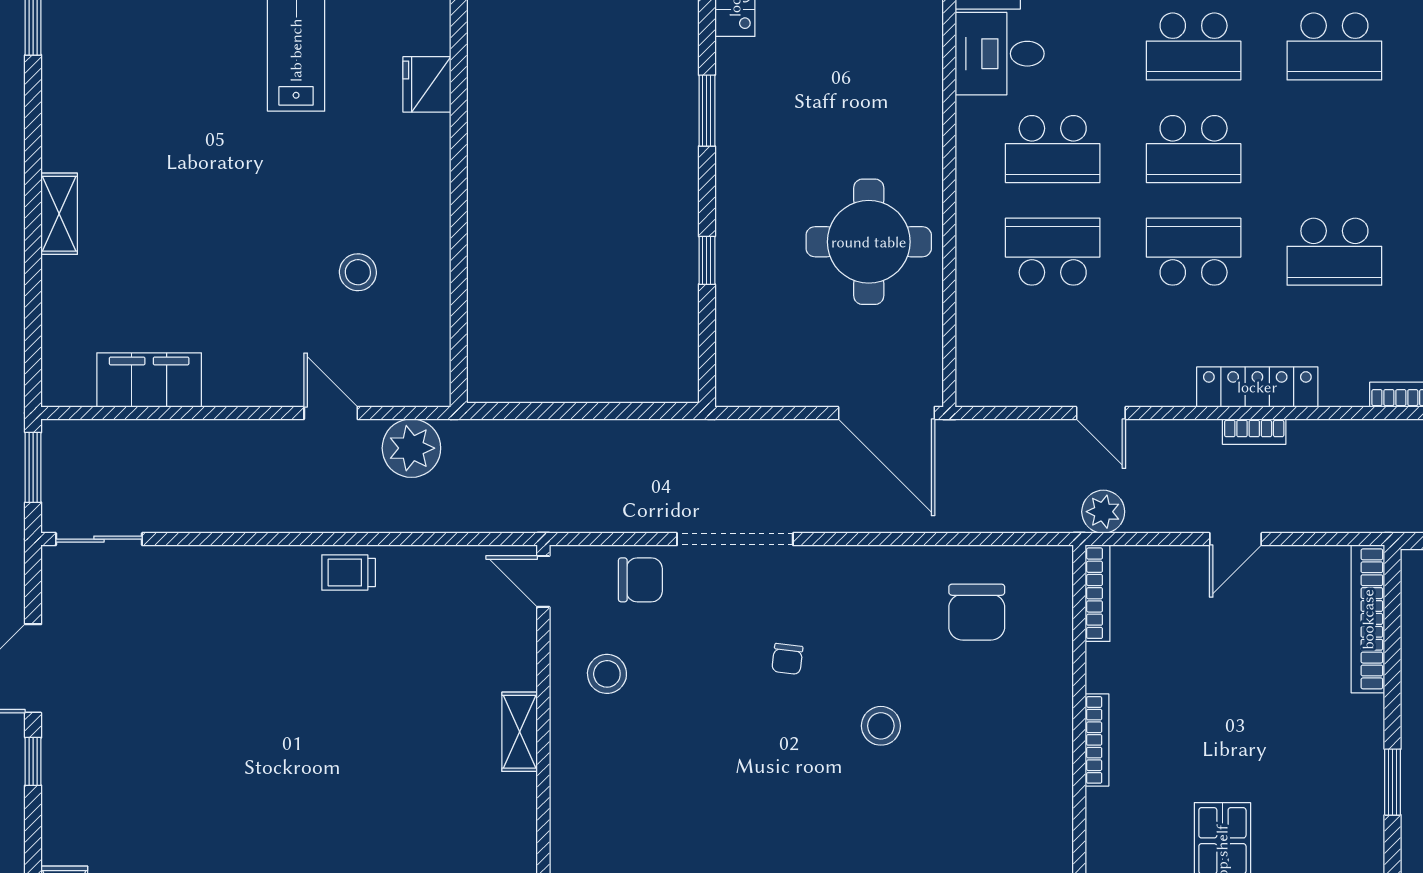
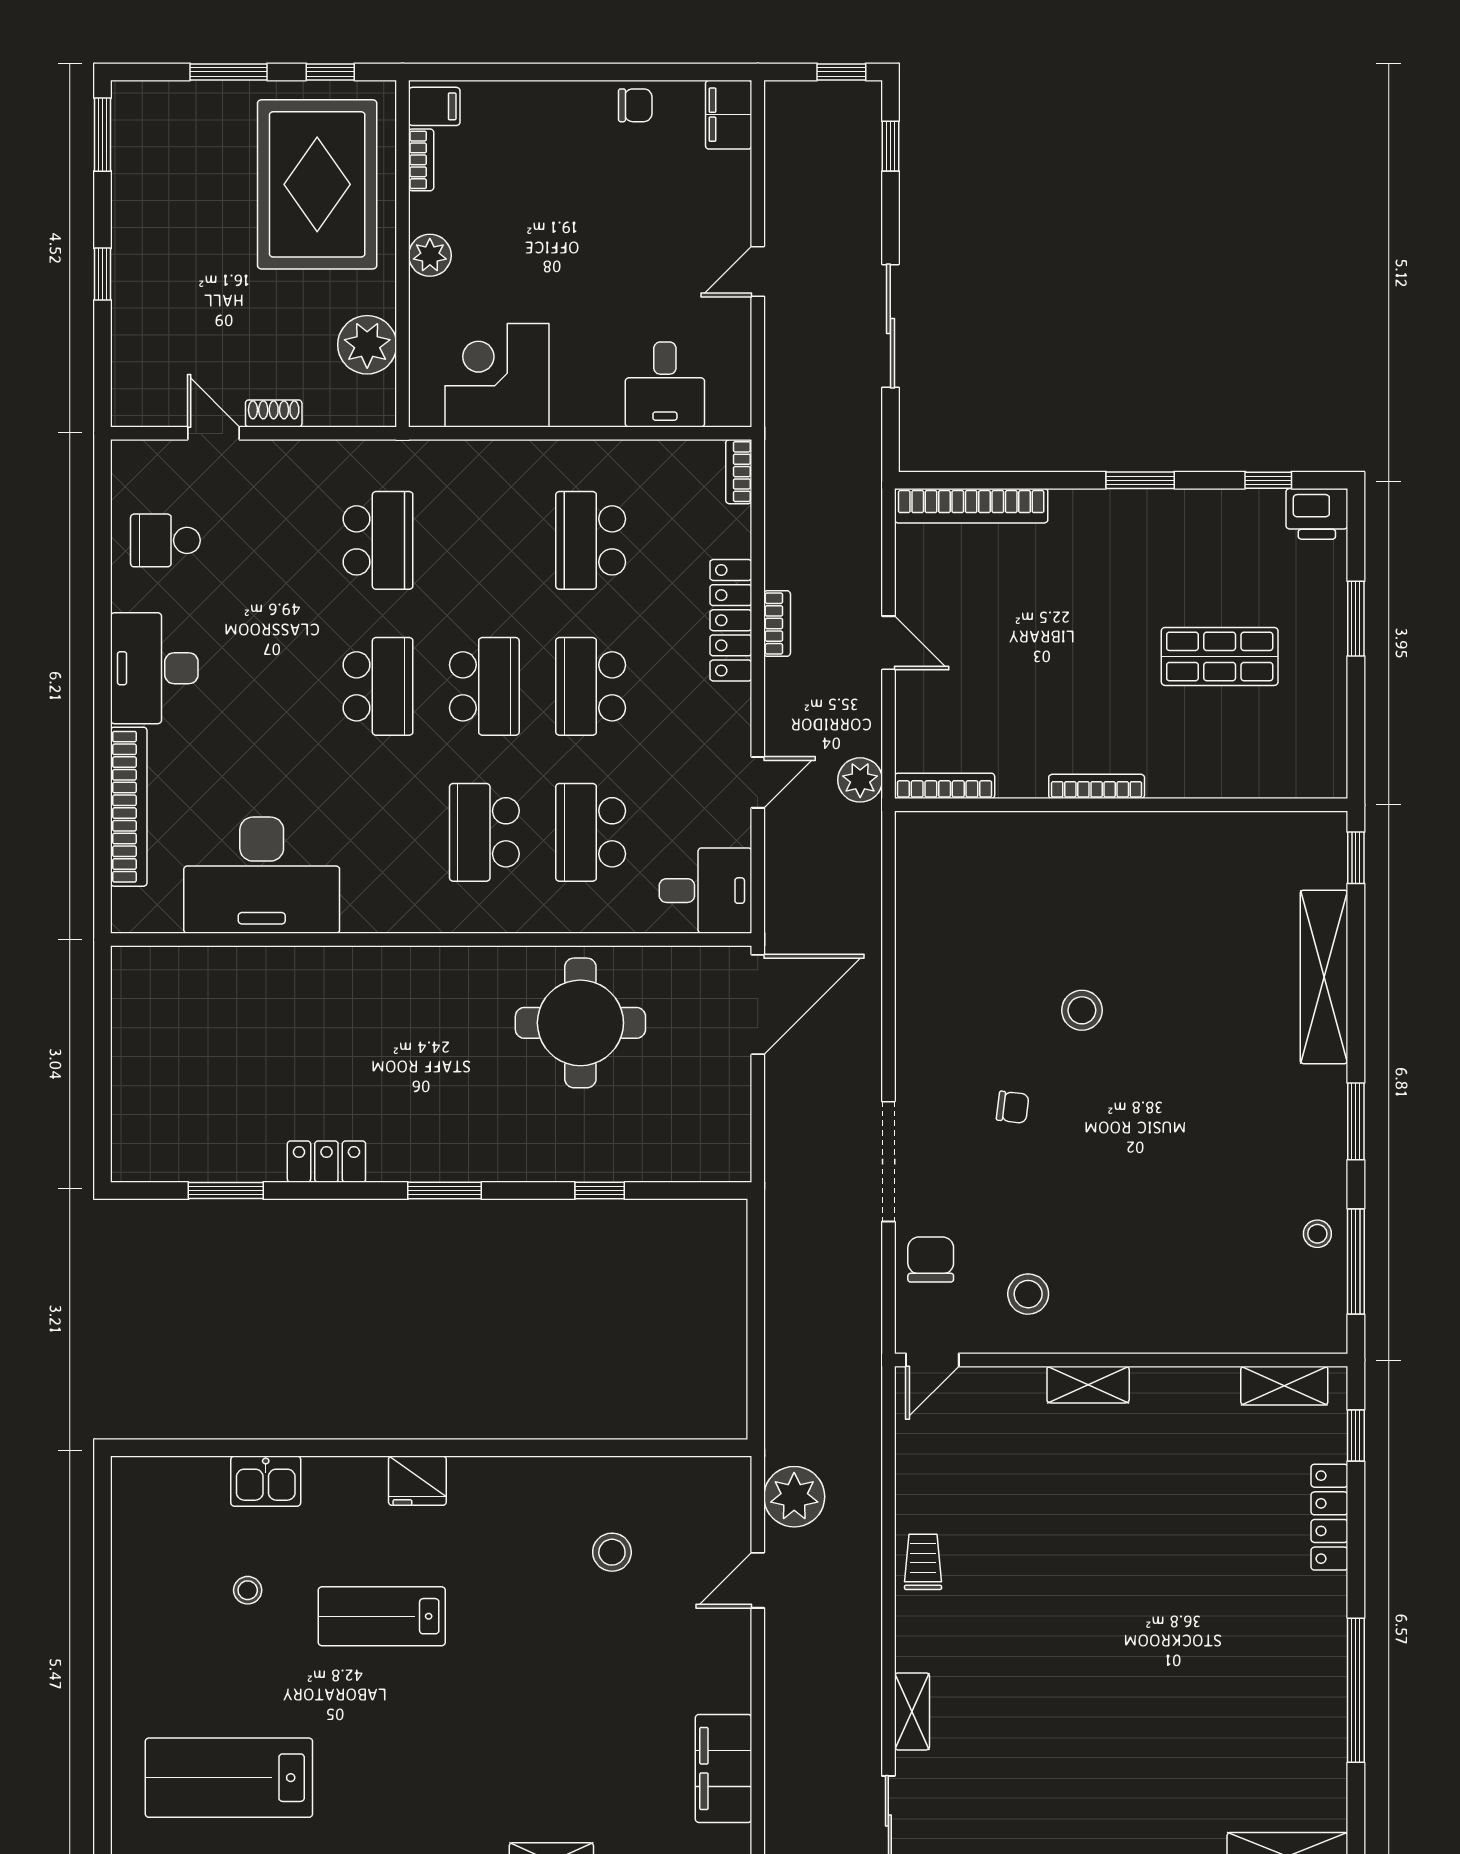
desk: (1000, 54) -> (706, 891), moved, turned -90
school desk: (1053, 149) -> (484, 832), turned 180
school desk: (1334, 252) -> (591, 540), turned 180
shelving: (204, 562) -> (912, 1711), added
trolley: (349, 572) -> (923, 1562), turned 180
chair: (977, 612) -> (964, 911), removed

